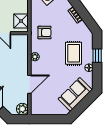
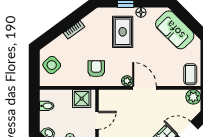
rug: (74, 53) -> (123, 32), turned 90
door: (29, 84) -> (145, 88), moved
coffee table: (40, 107) -> (190, 74), added

